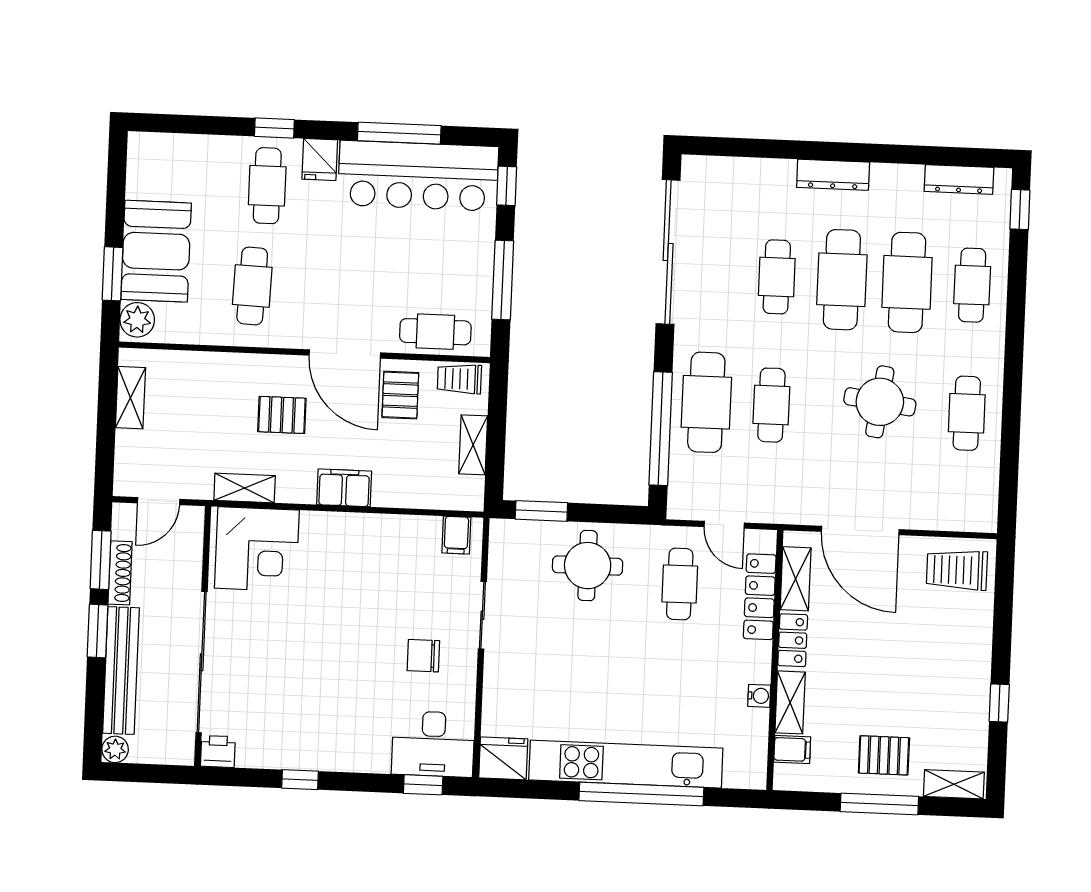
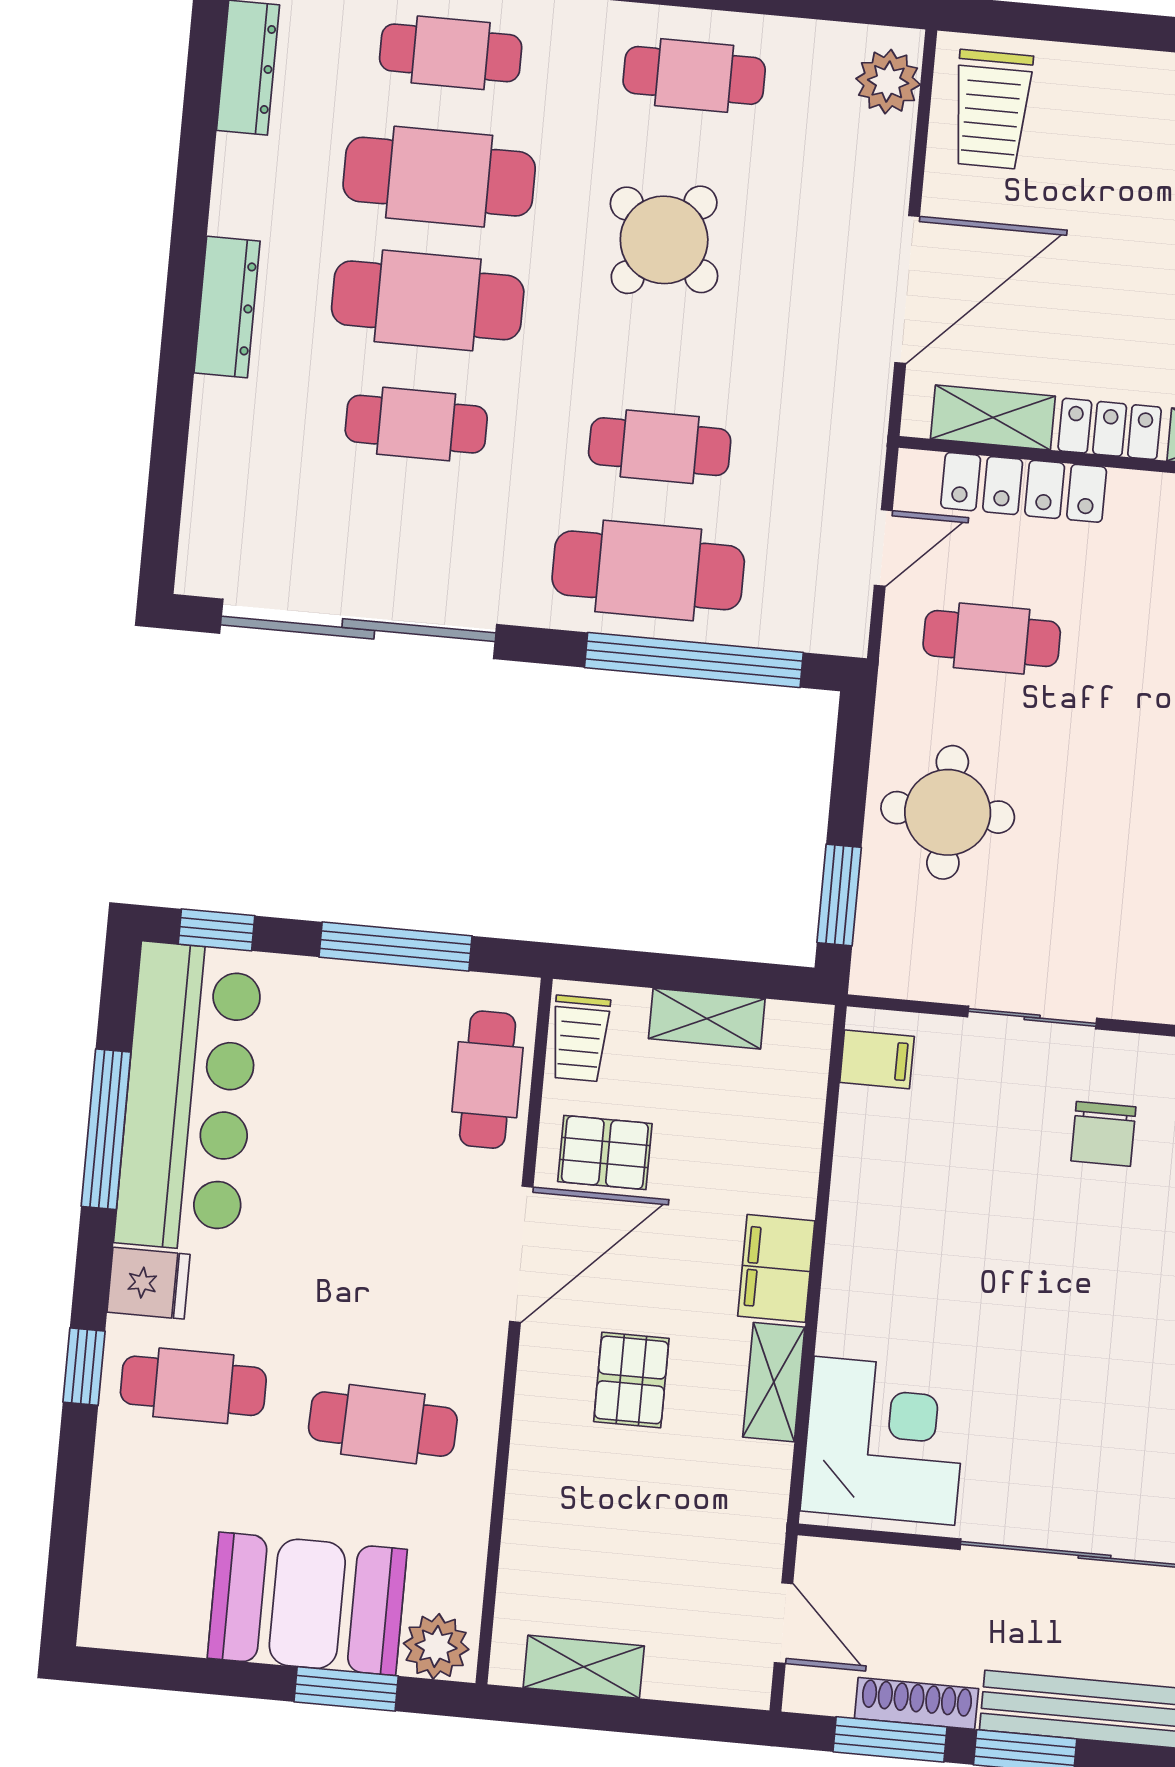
round table: (880, 402) -> (664, 240), turned 31
shelving: (245, 488) -> (774, 1382), moved
plant: (969, 515) -> (888, 82), added

